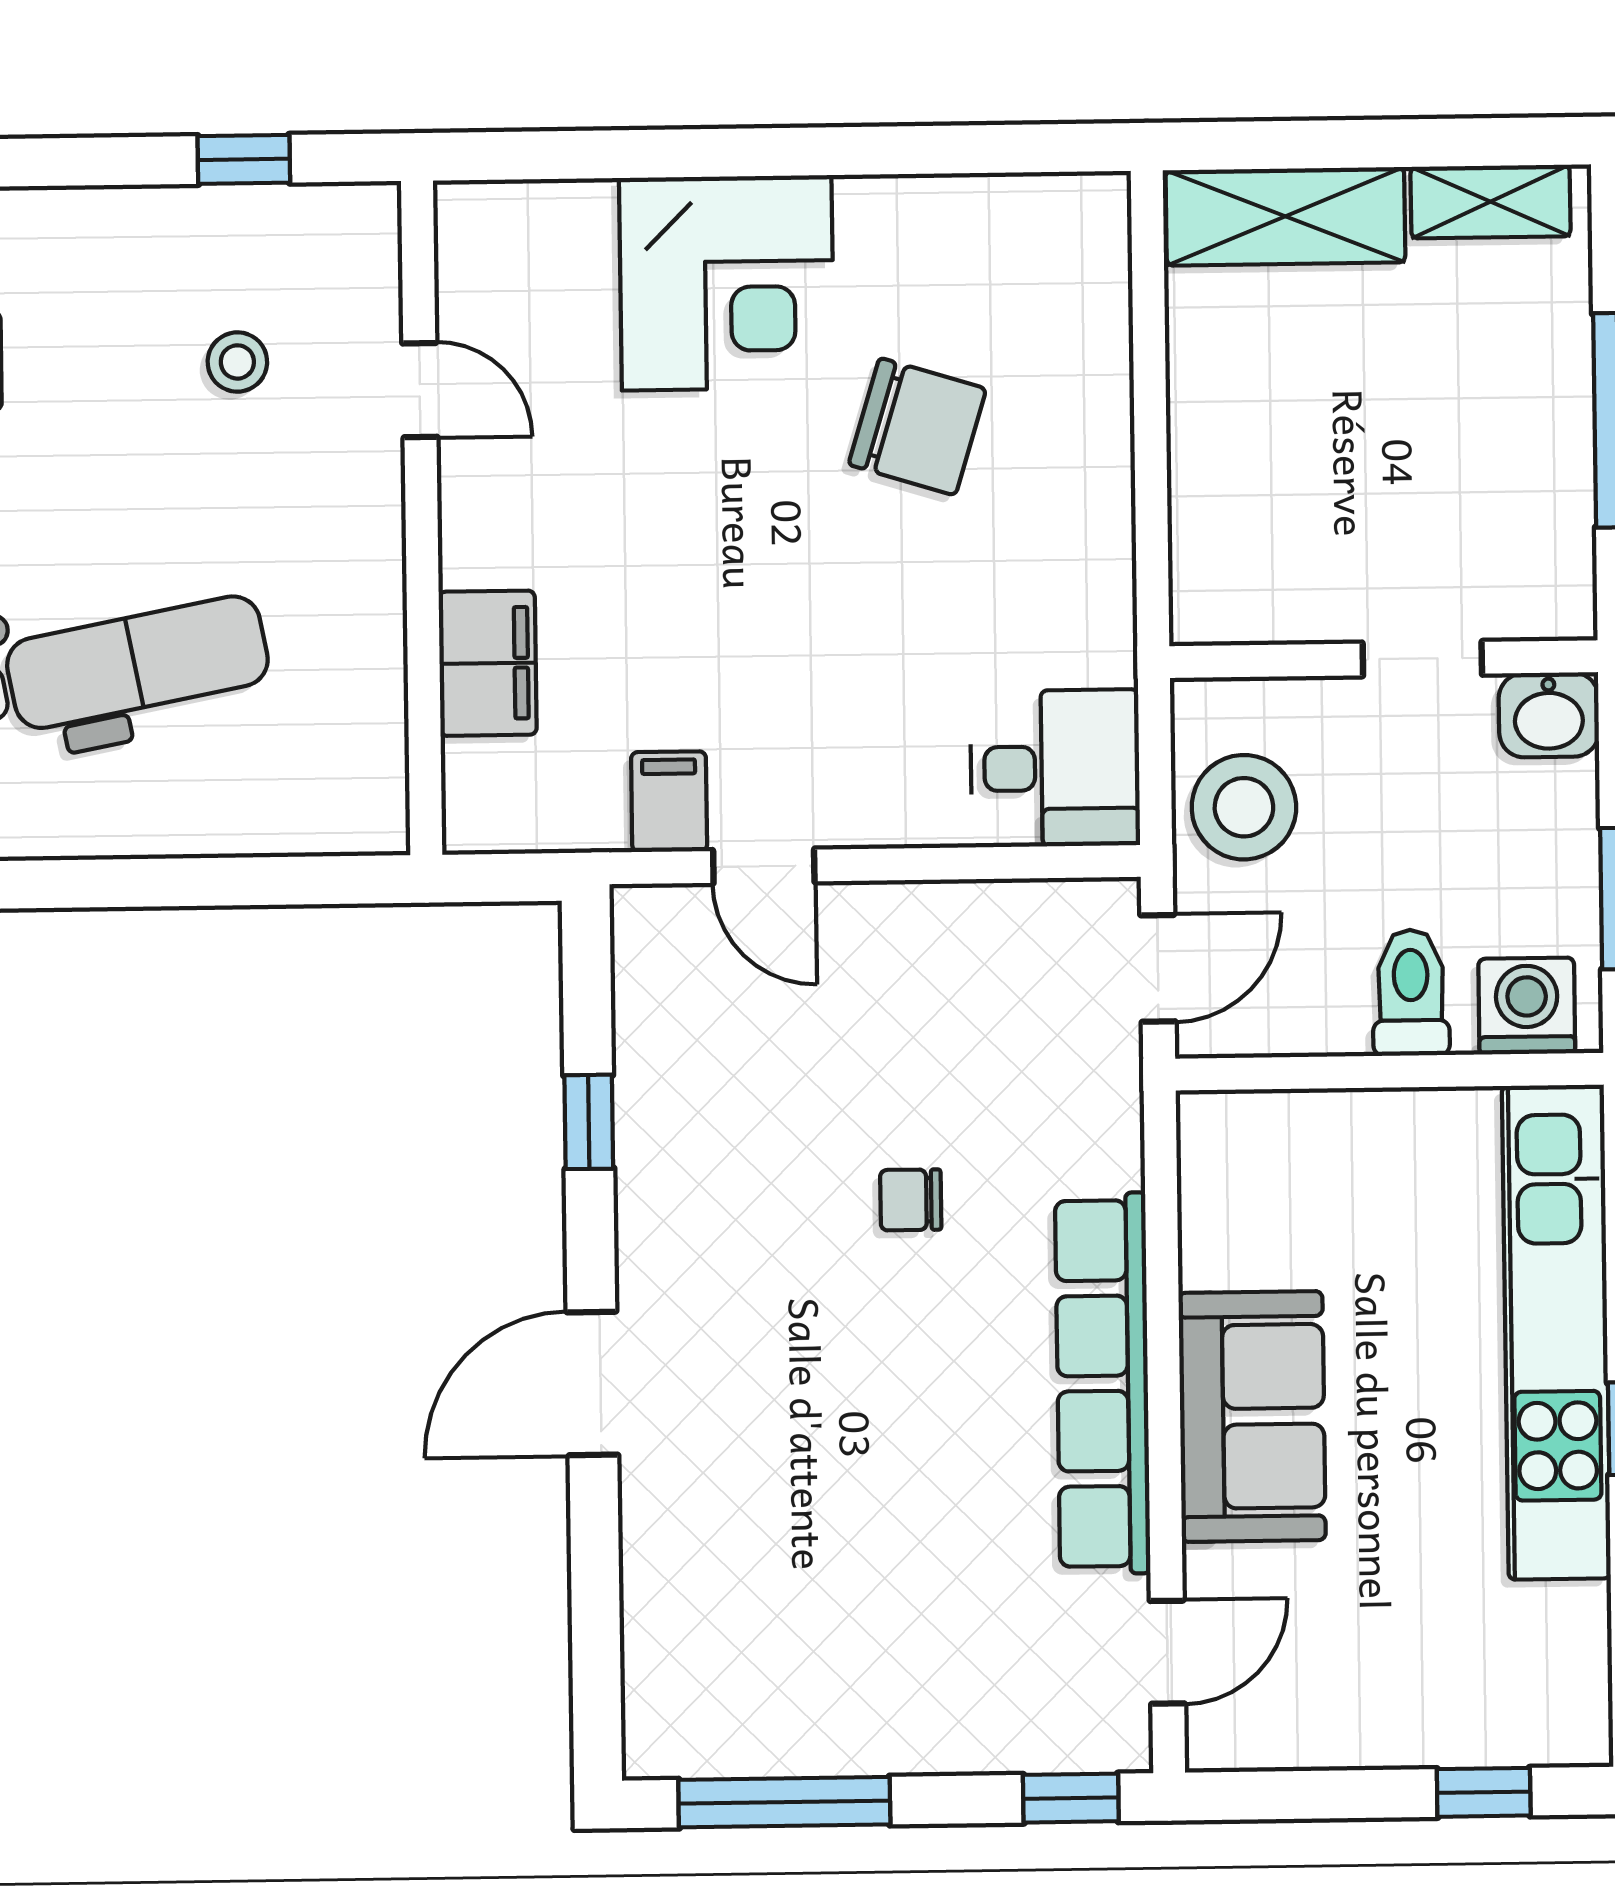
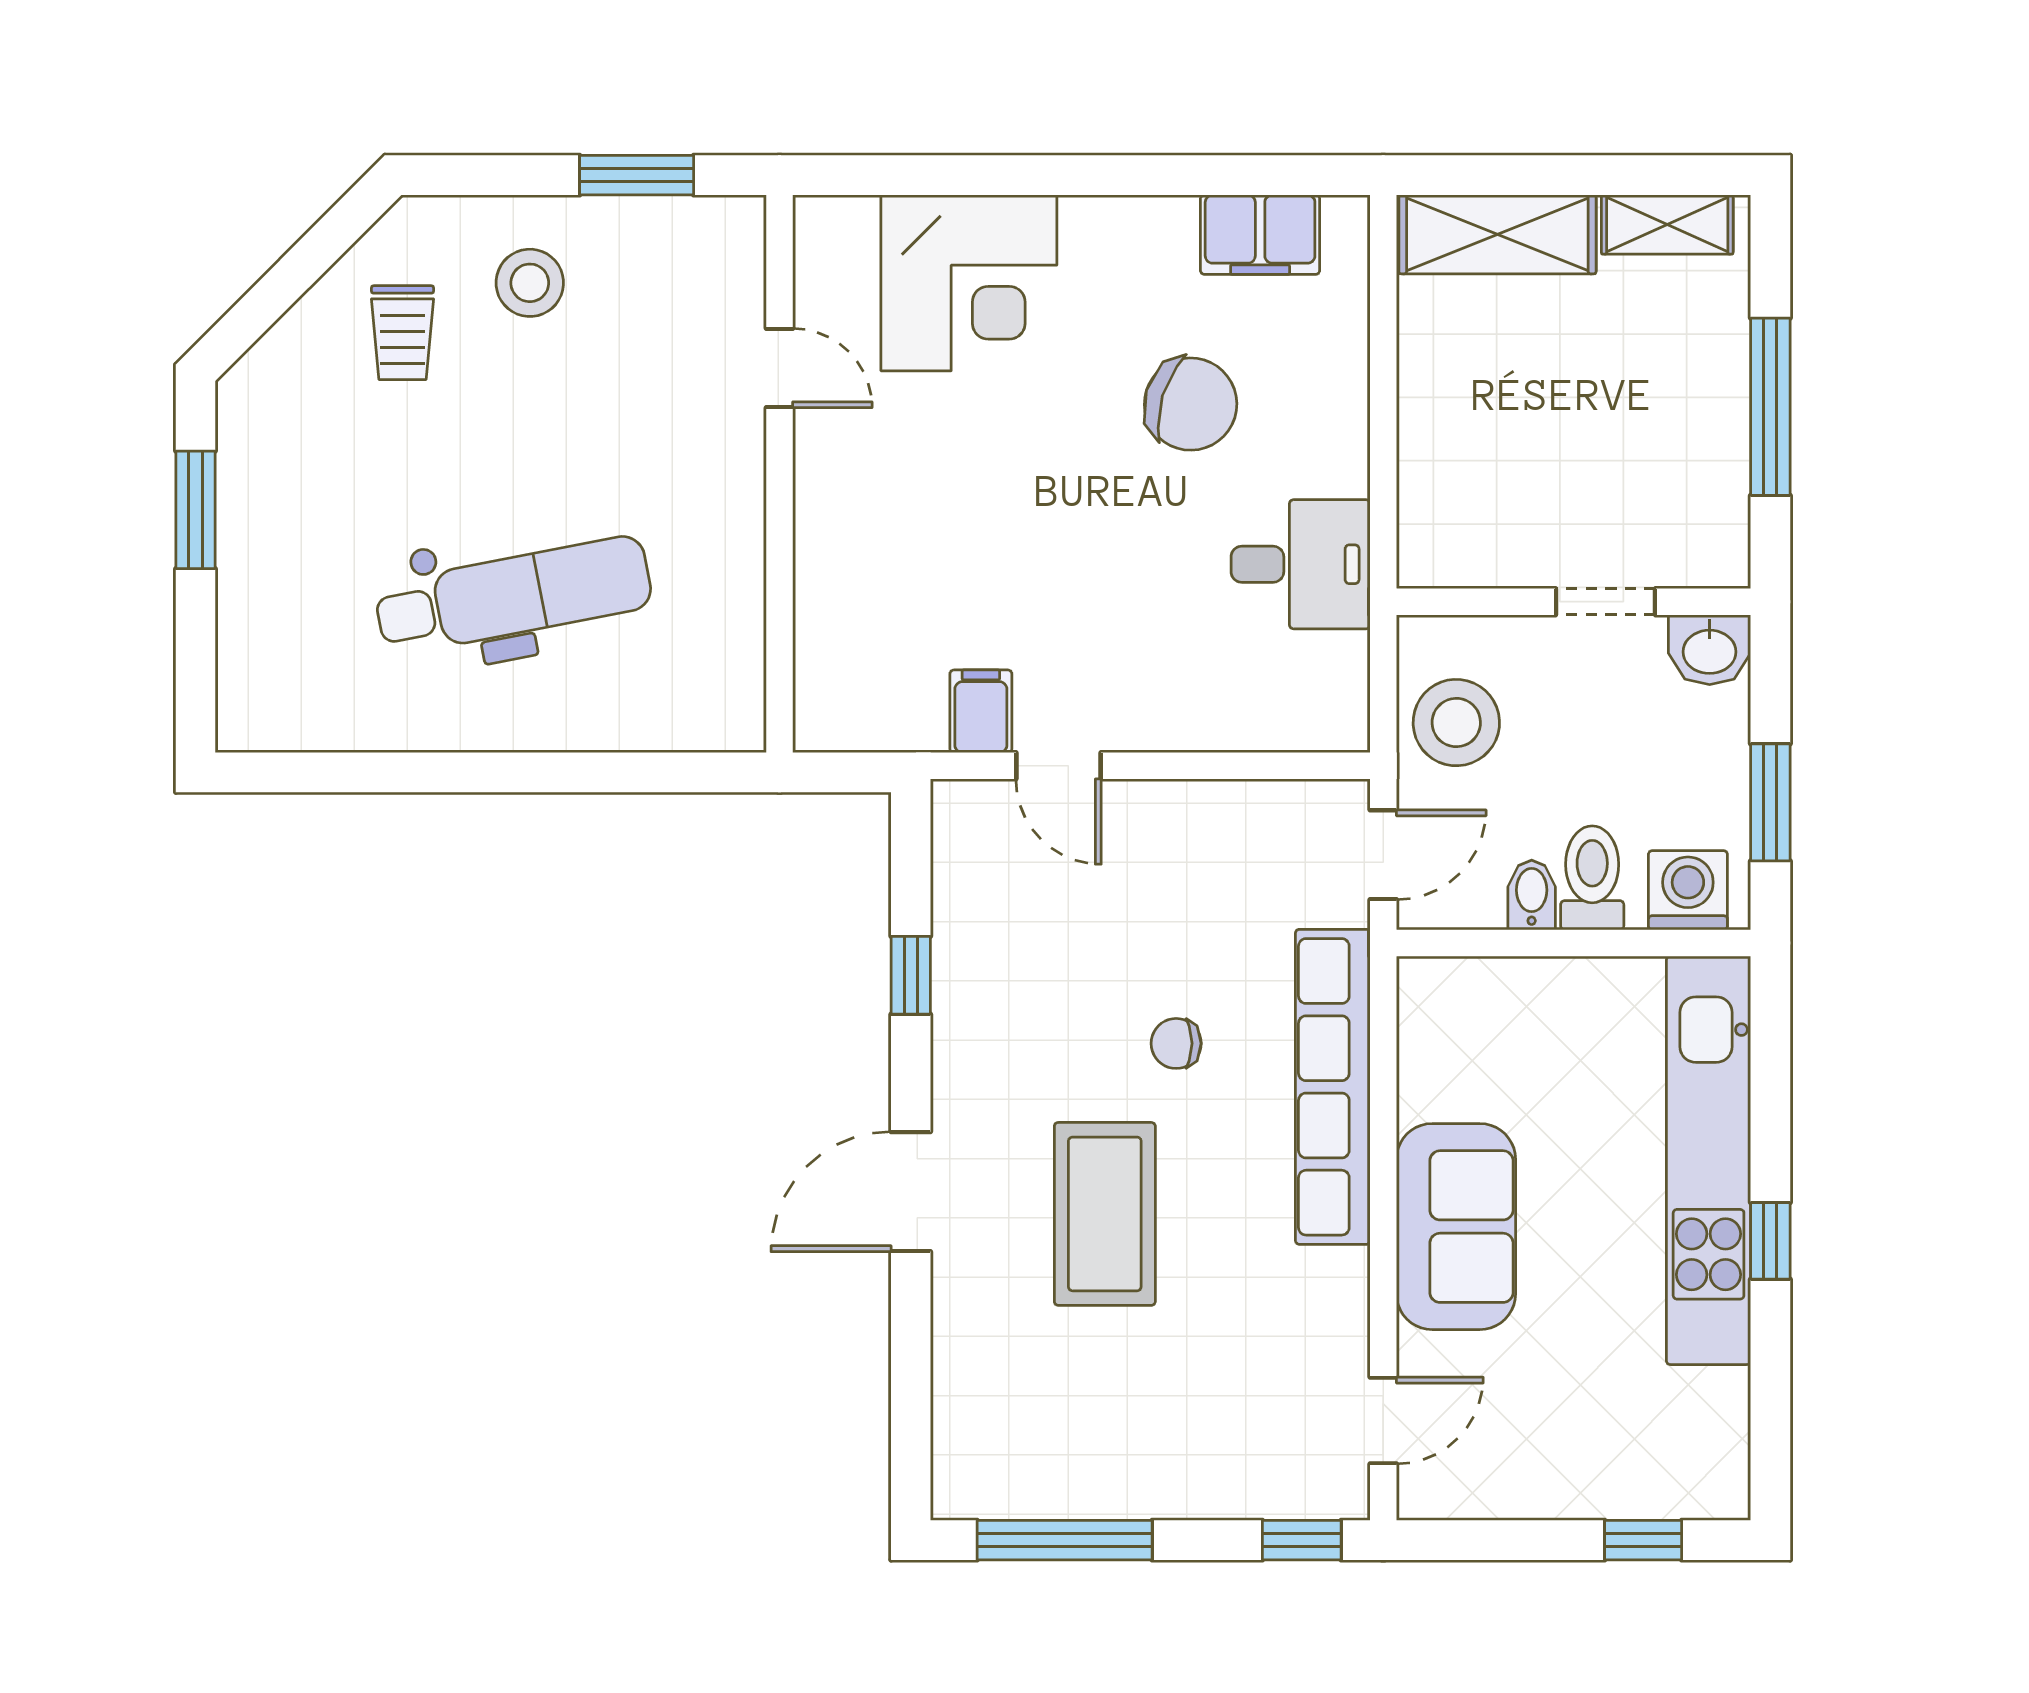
window: (244, 159) -> (637, 175), width x1.50
corner desk: (727, 283) -> (969, 283), moved
stool: (237, 362) -> (530, 283), moved, width x1.37, depth x1.37
filing cabinet: (488, 663) -> (1260, 235), moved, turned 90
desk: (1055, 768) -> (1301, 564), moved
bidet: (1338, 1014) -> (1532, 895), added
row of seats: (1103, 1383) -> (1333, 1087), moved
coffee table: (827, 1407) -> (1105, 1214), added

